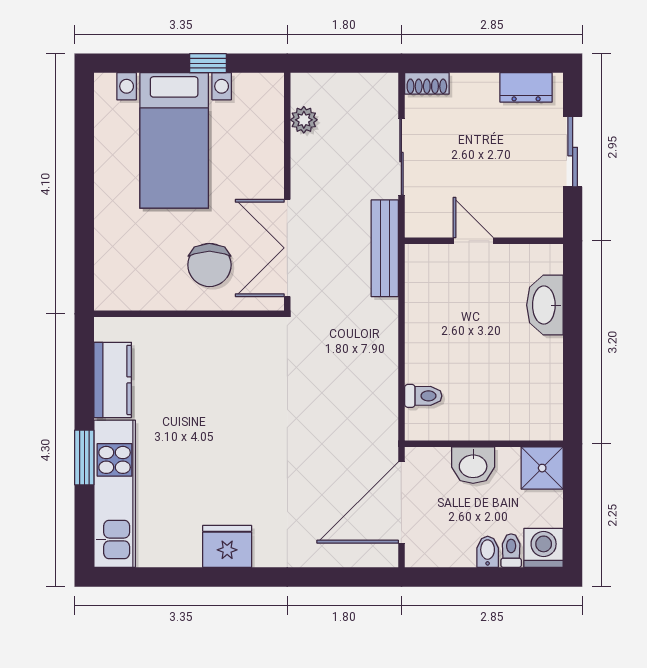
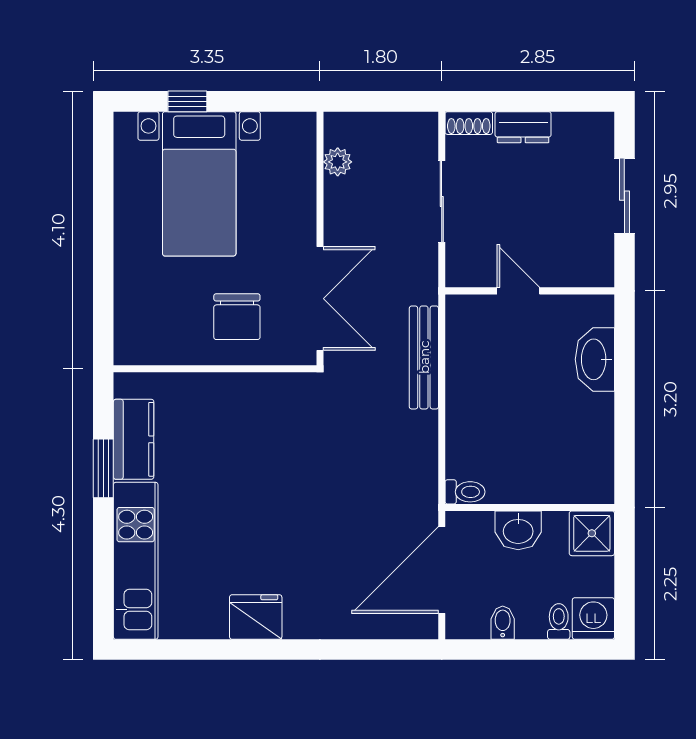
window: (208, 63) -> (187, 101), moved
dresser: (526, 87) -> (523, 127), moved
double door: (287, 248) -> (320, 299), swing flipped
bench: (385, 248) -> (424, 357), moved
toilet: (423, 396) -> (465, 492), moved
window: (84, 458) -> (103, 468), moved
bidet: (488, 552) -> (503, 623), moved

